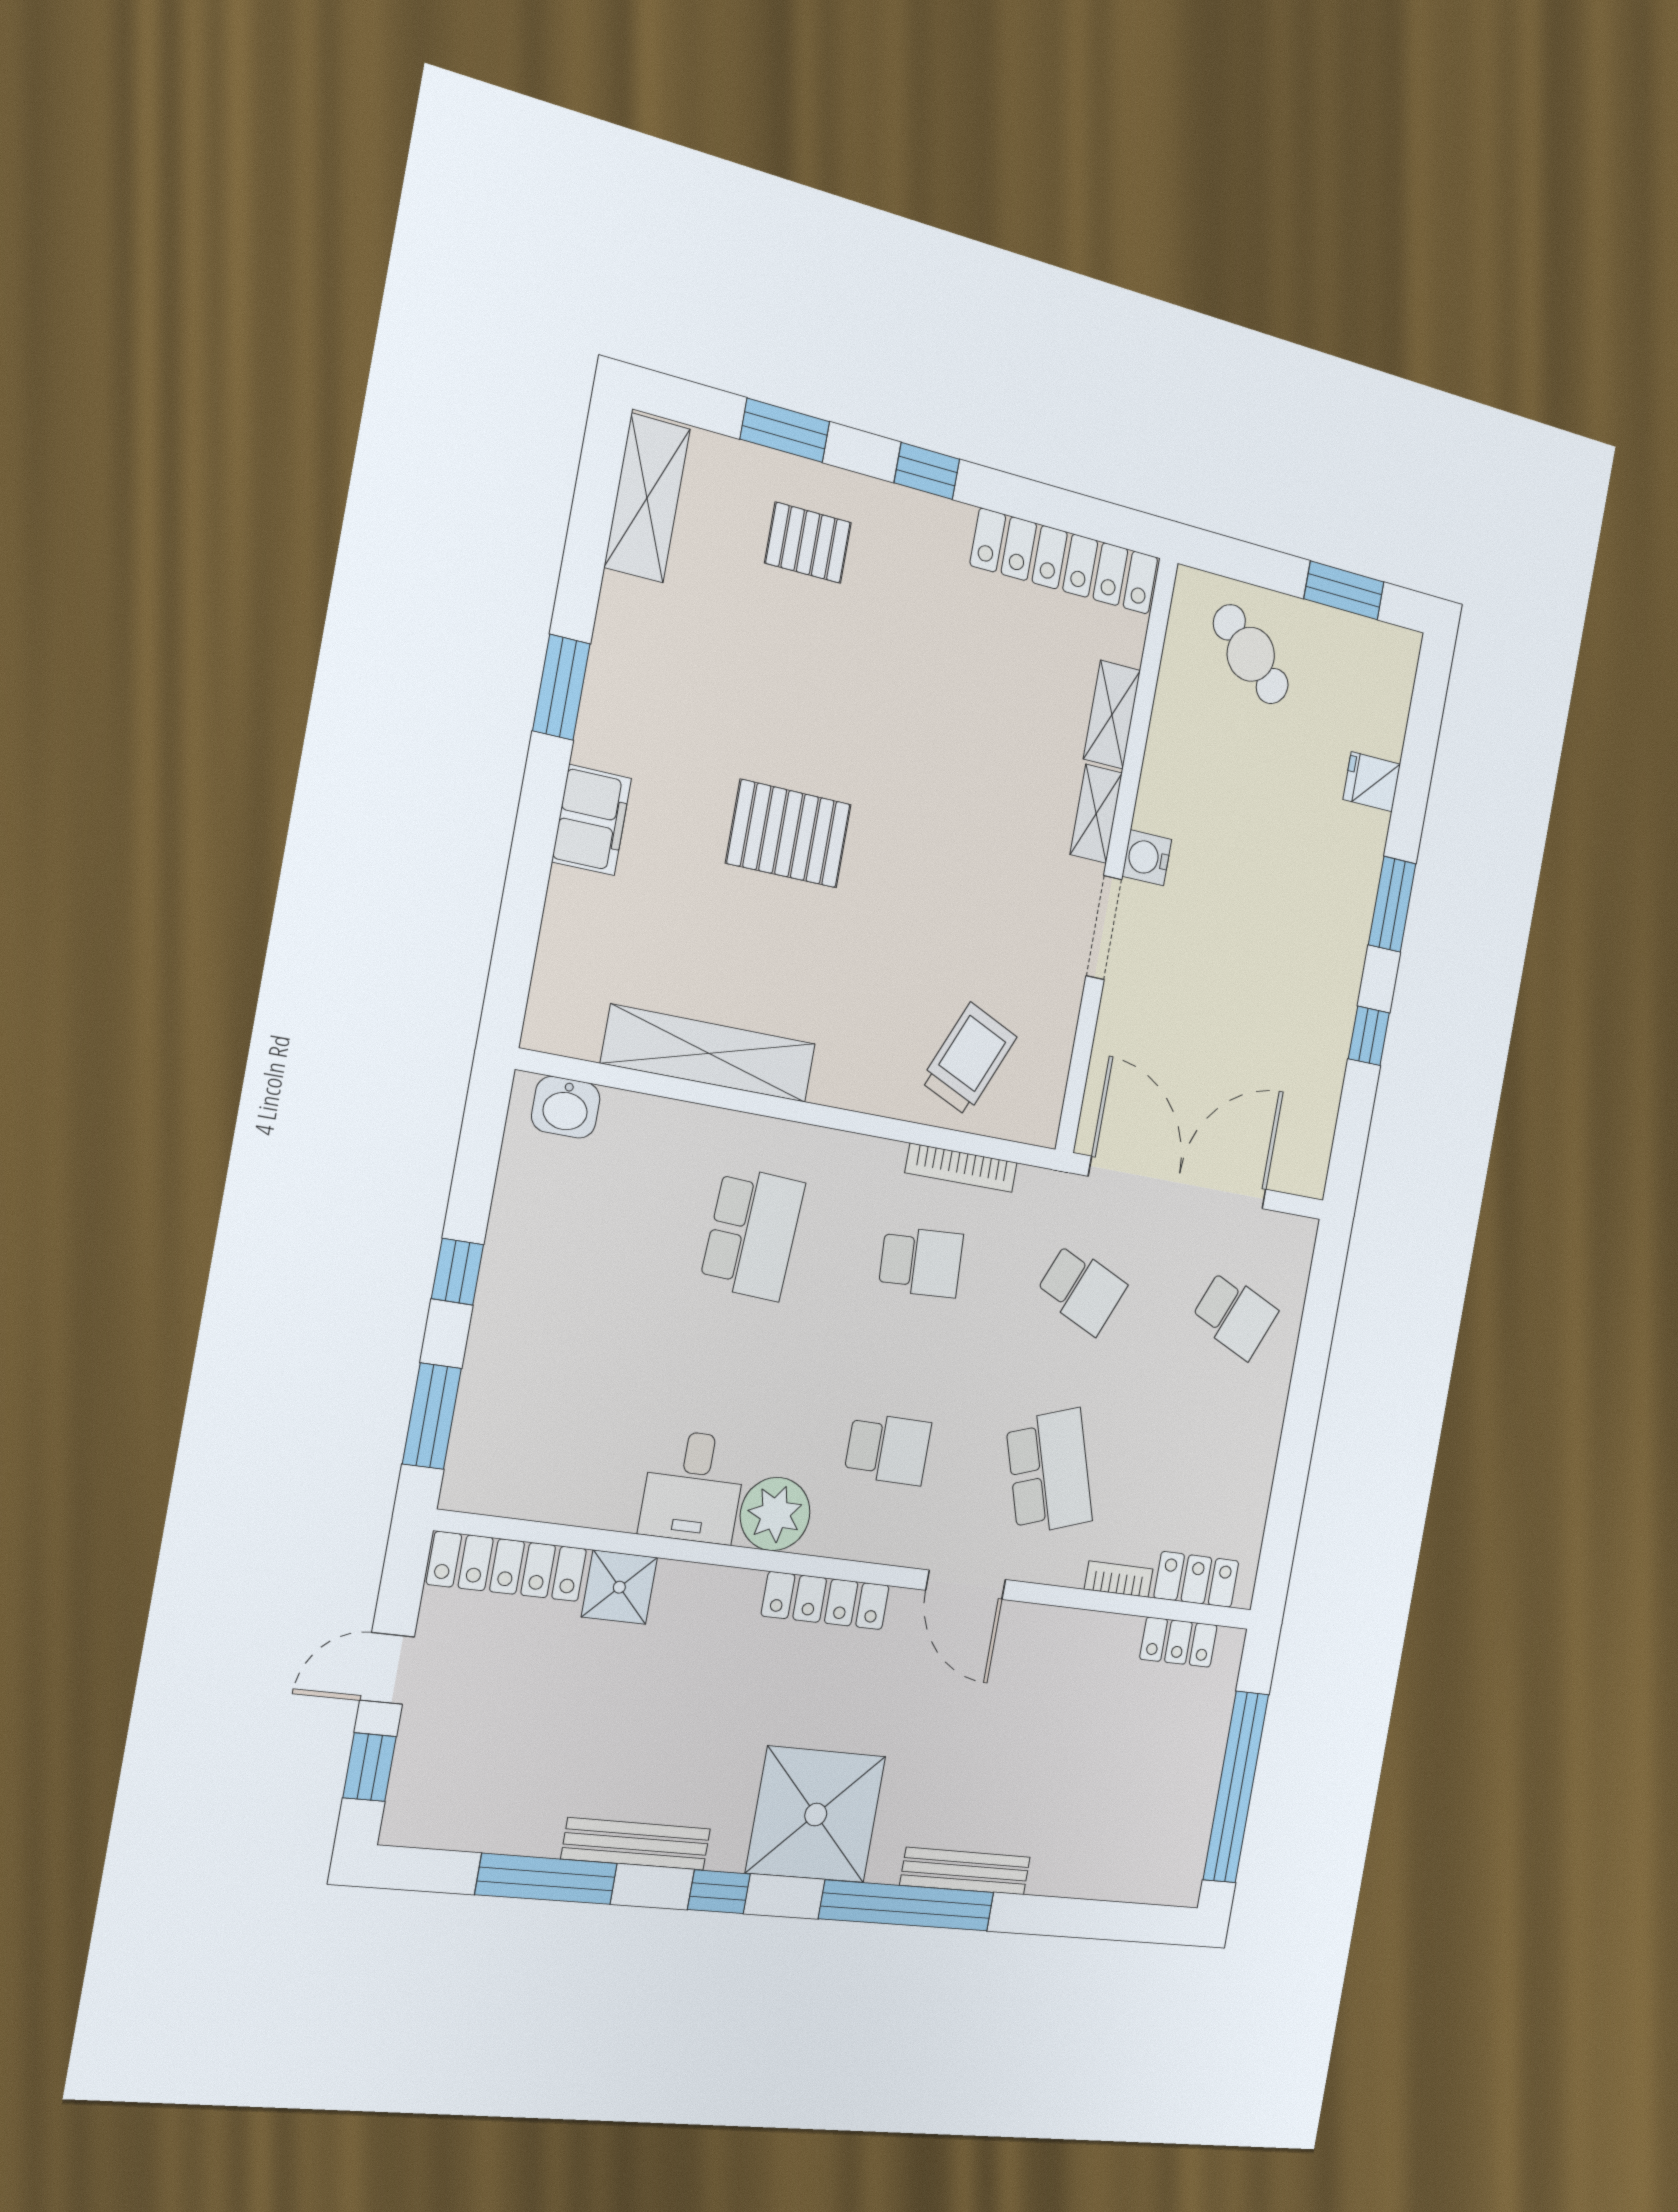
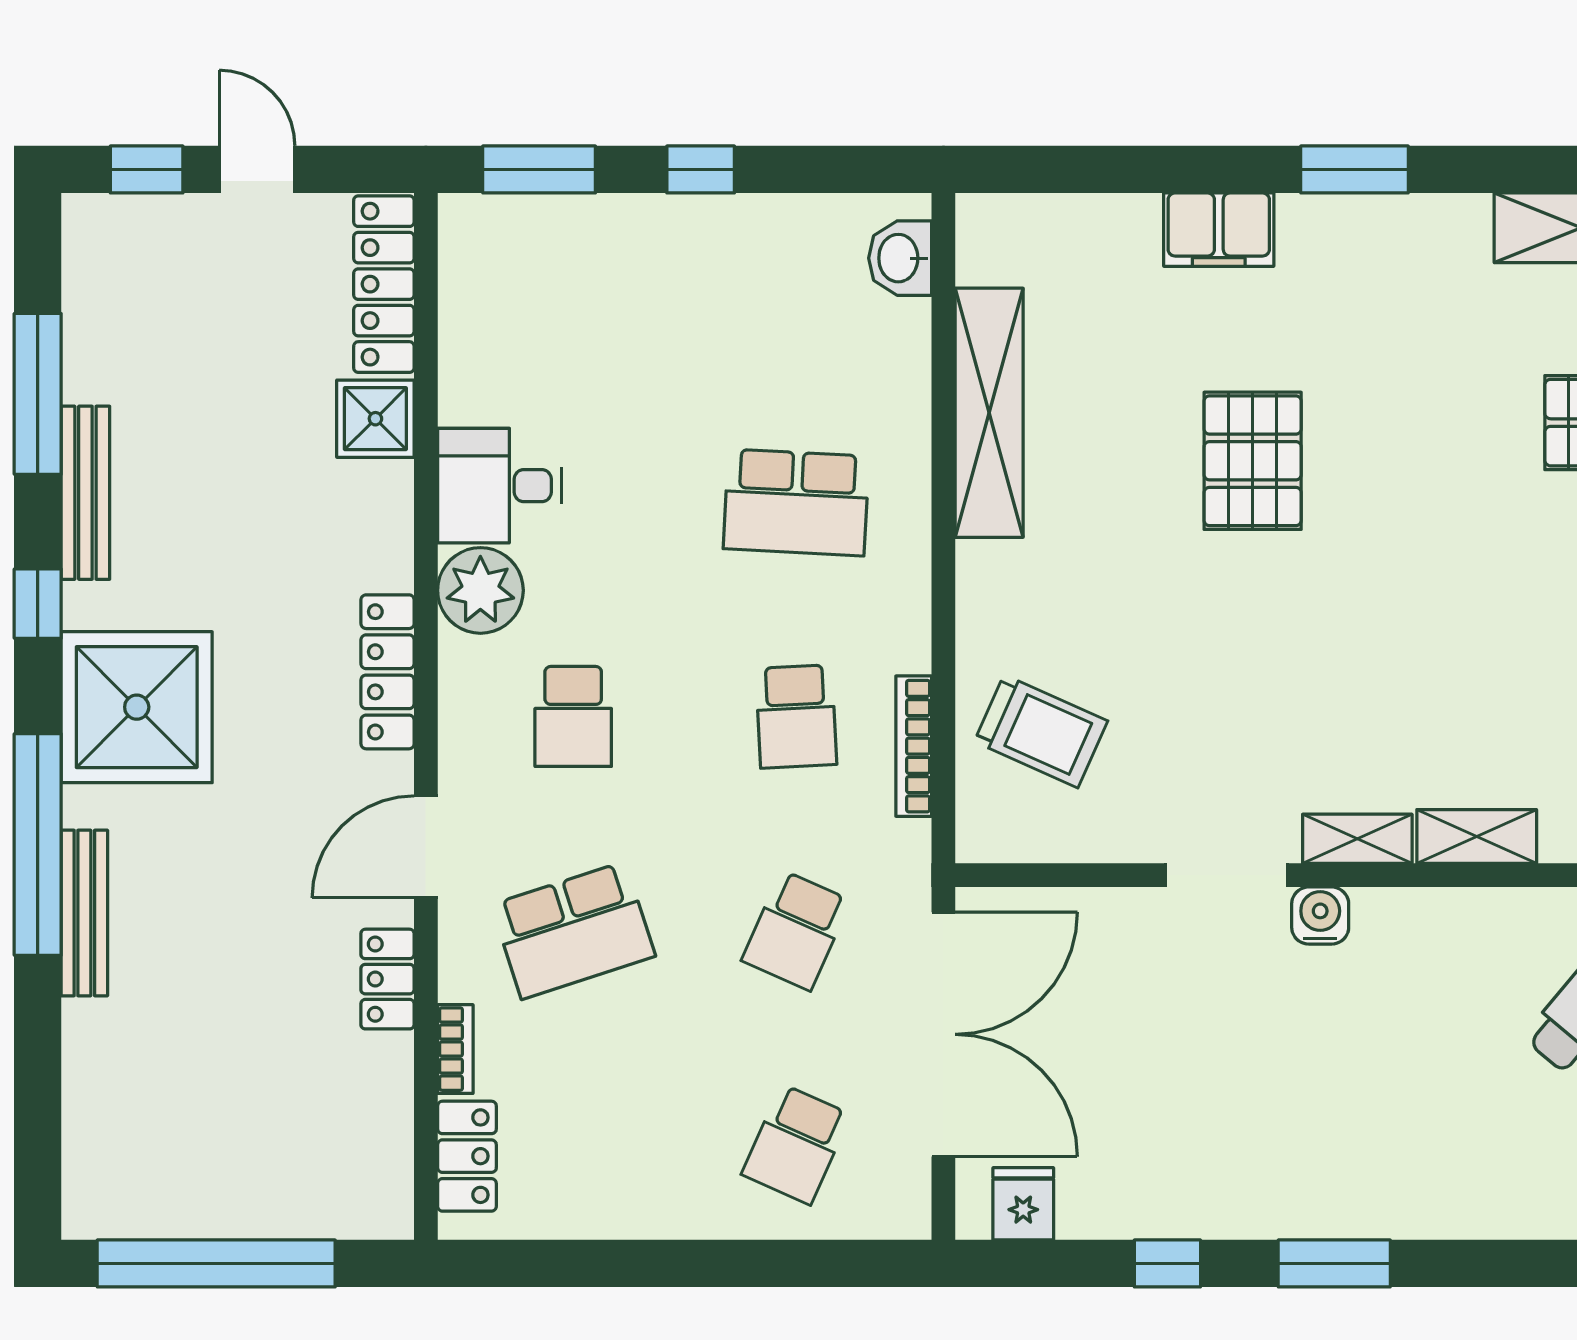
fridge: (1372, 782) -> (1023, 1204), moved
locker: (1178, 1642) -> (387, 979), moved

